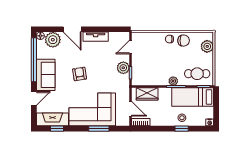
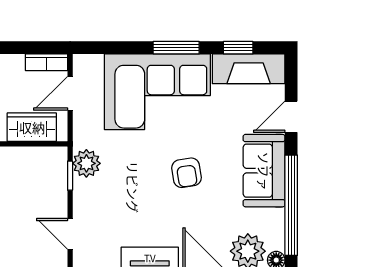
door: (130, 47) -> (70, 234), swing flipped
plant: (123, 68) -> (86, 163), moved
door: (130, 109) -> (70, 93), hinge flipped
window: (99, 129) -> (176, 48), moved

